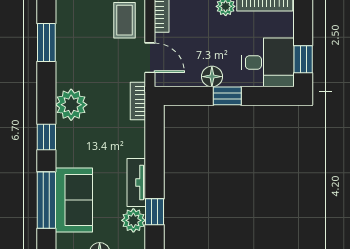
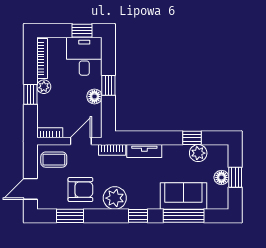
armchair: (83, 57) -> (80, 190), added
tv unit: (136, 182) -> (144, 151), moved

